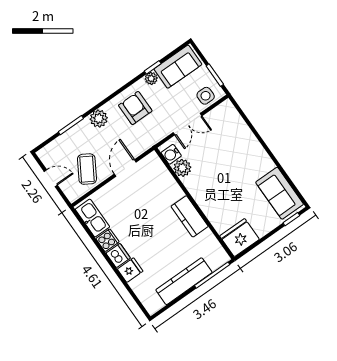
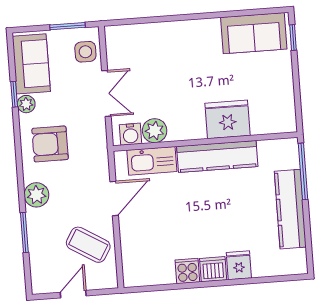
door: (125, 168) -> (114, 198), swing flipped
kitchen counter: (190, 216) -> (217, 156), width x1.50
kitchen sink: (92, 218) -> (152, 161), moved, turned 180
fridge: (240, 238) -> (228, 119), moved, turned 90

